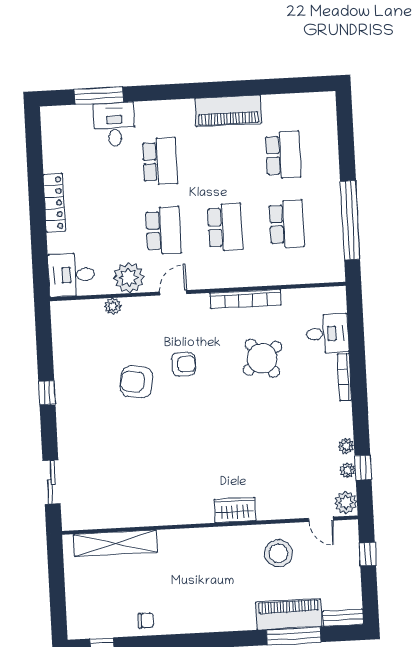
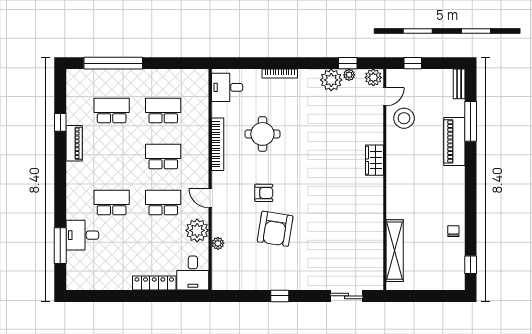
window: (264, 87) -> (60, 122), added
piano: (228, 111) -> (74, 143), width x0.73, depth x0.75
locker: (54, 203) -> (154, 283), moved
window: (350, 220) -> (113, 63), moved
desk: (327, 334) -> (227, 87), moved, turned -90
round table: (262, 358) -> (262, 134), turned 37
armchair: (184, 364) -> (264, 193), turned 90
armchair: (136, 382) -> (275, 229), width x1.36, depth x1.36
plant: (346, 446) -> (331, 80), width x1.87, depth x1.87
stool: (278, 553) -> (404, 118), moved
piano: (289, 614) -> (454, 141), moved

